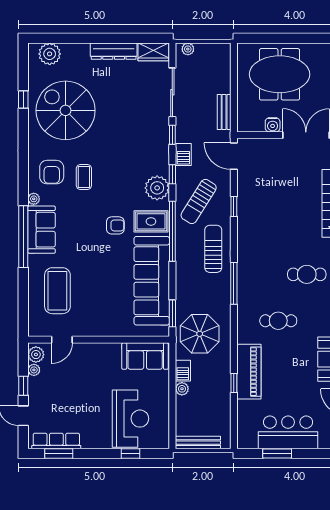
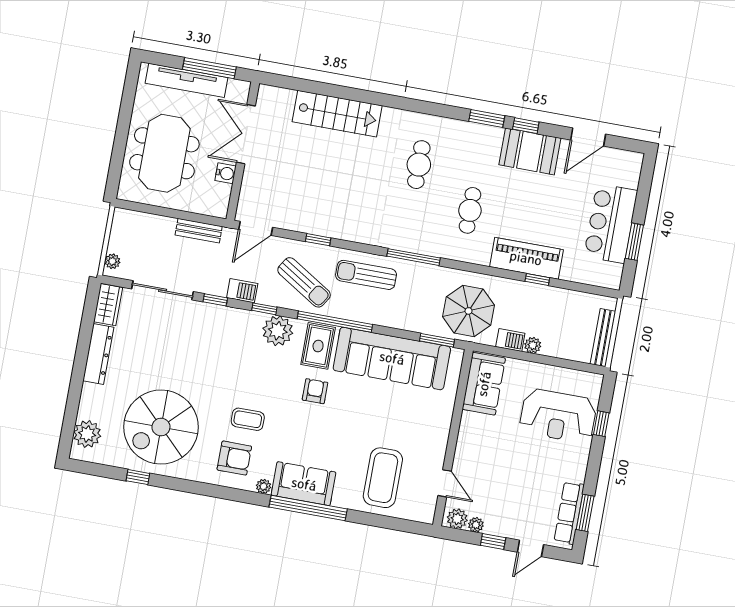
coffee table: (57, 291) -> (383, 478), turned 90
reception desk: (130, 419) -> (558, 416), turned 180

